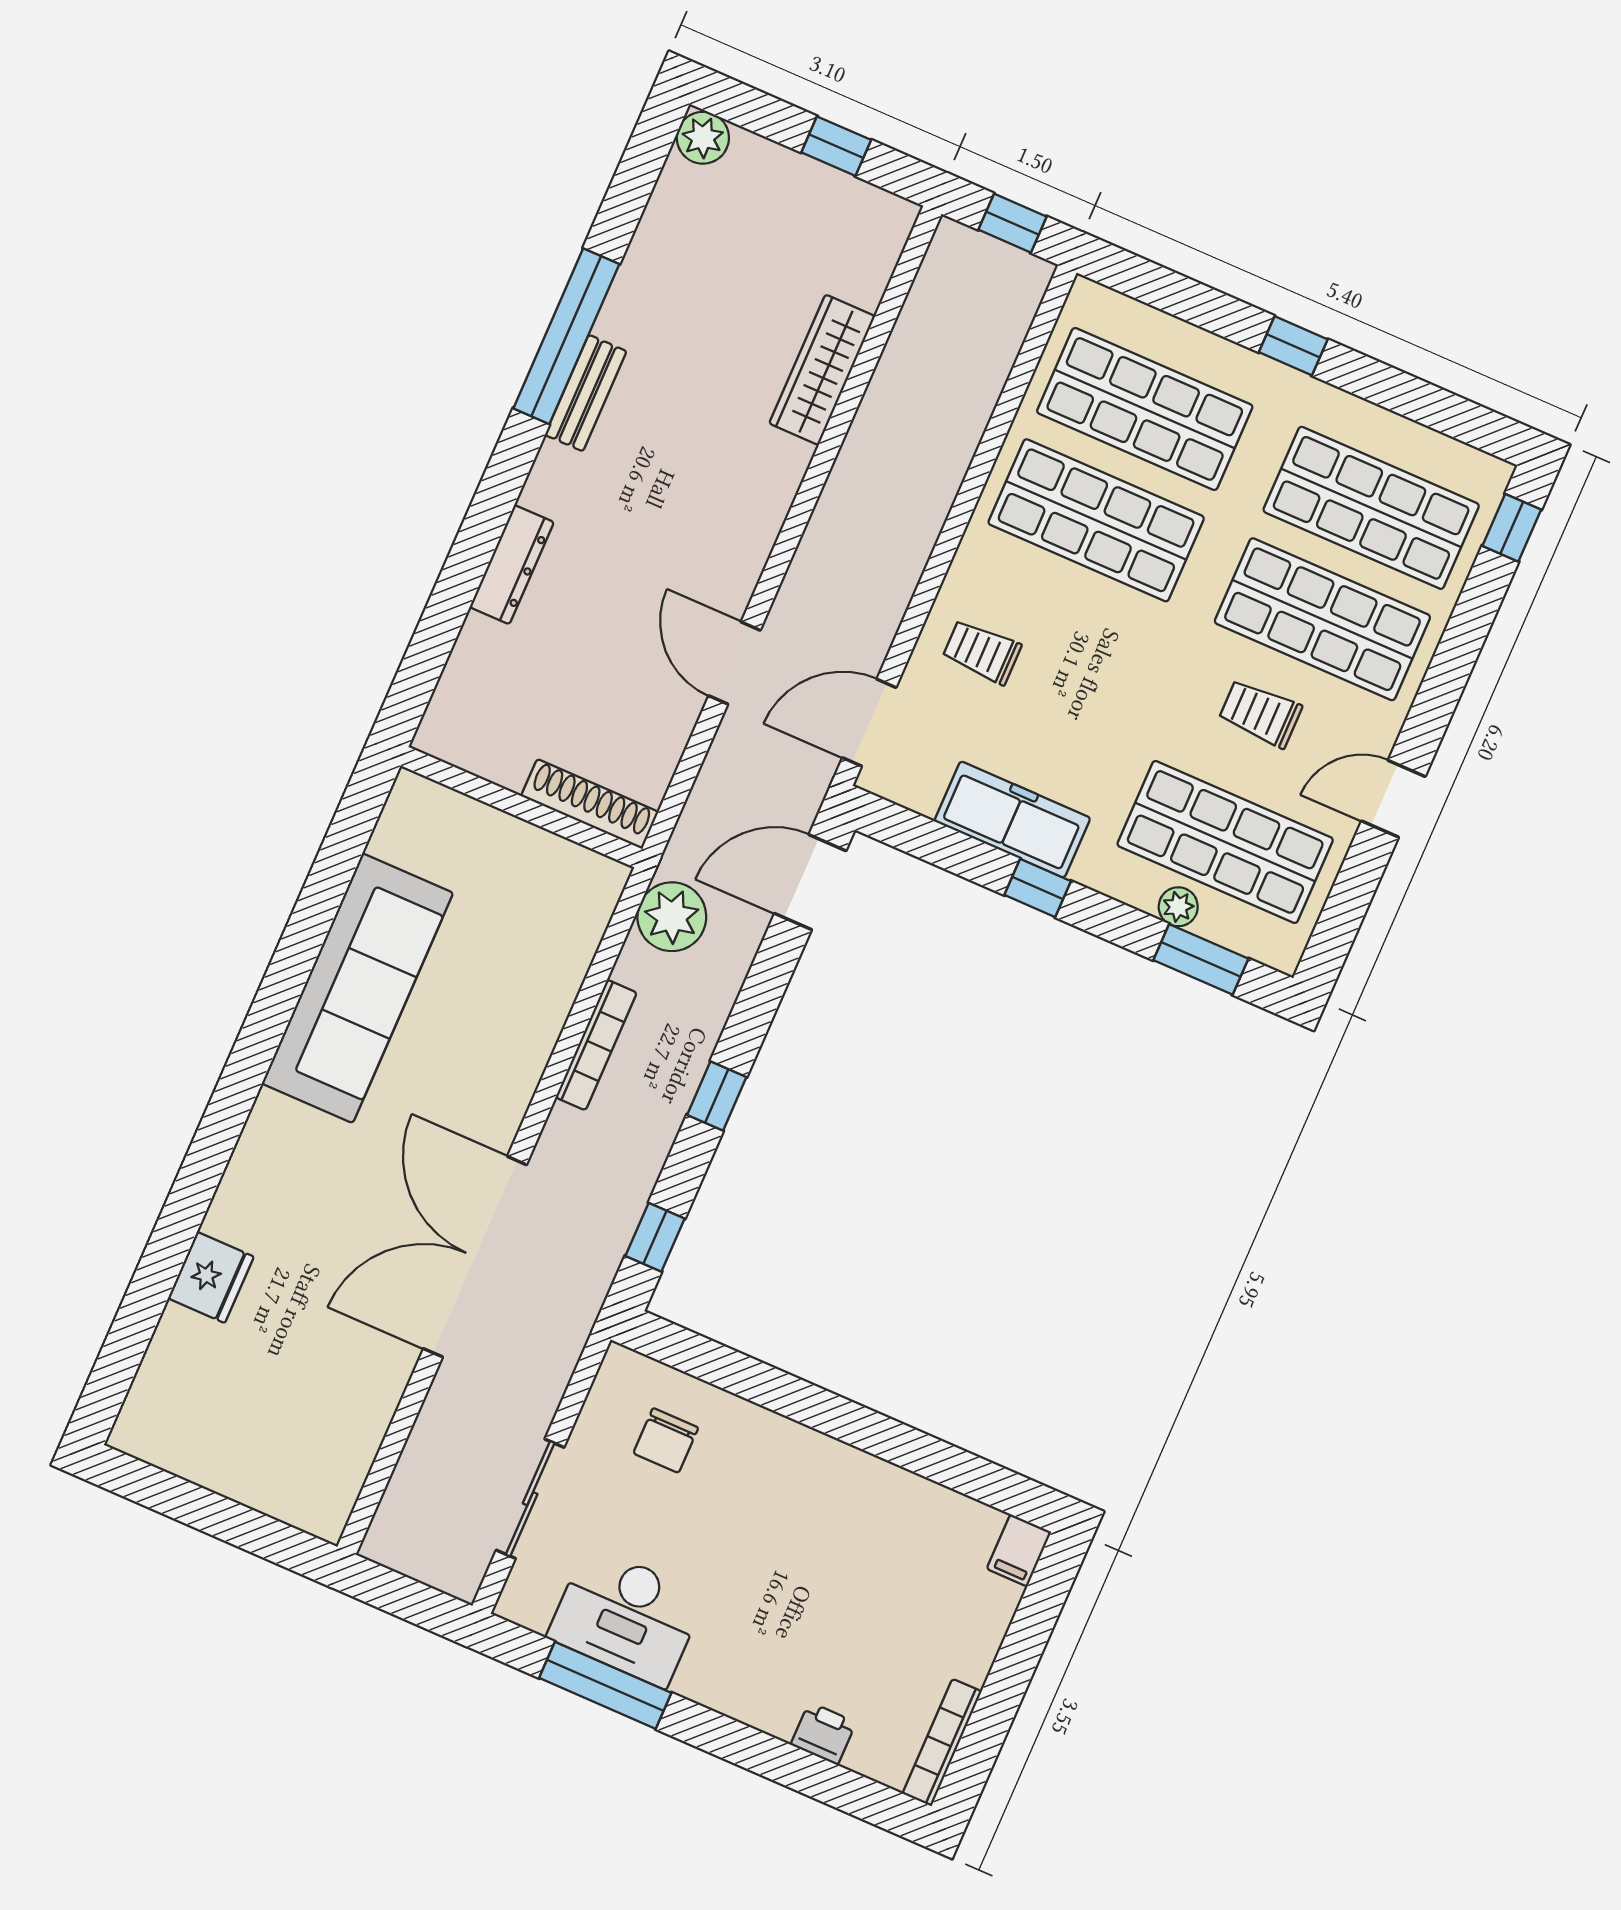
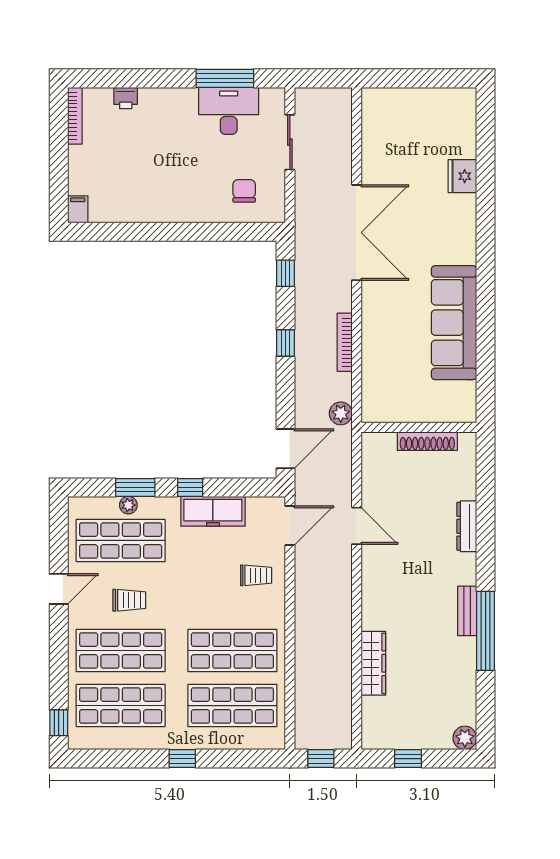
shoe rack: (590, 804) -> (427, 441), moved
plant: (672, 917) -> (341, 413), width x0.73, depth x0.73
window: (1201, 959) -> (135, 487), moved

